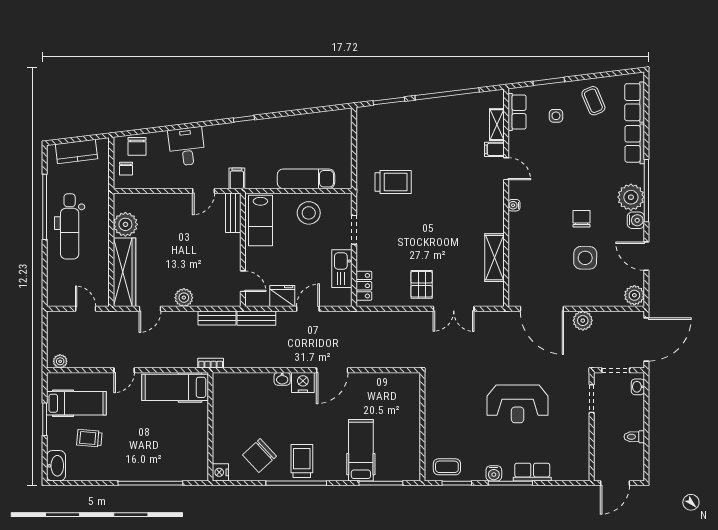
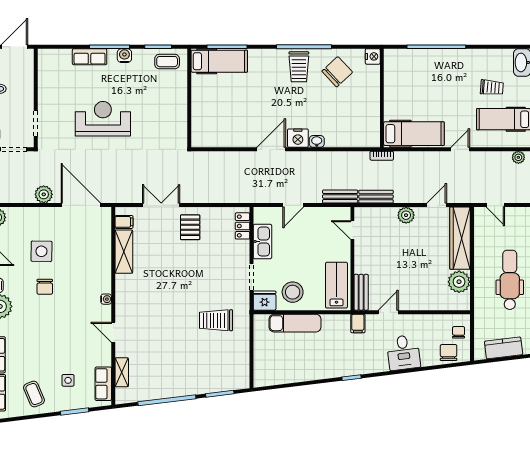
filing cabinet: (494, 149) -> (124, 222), moved
fridge: (282, 296) -> (265, 301), moved, turned 180
hospital bed: (361, 450) -> (219, 61), moved, turned -90

